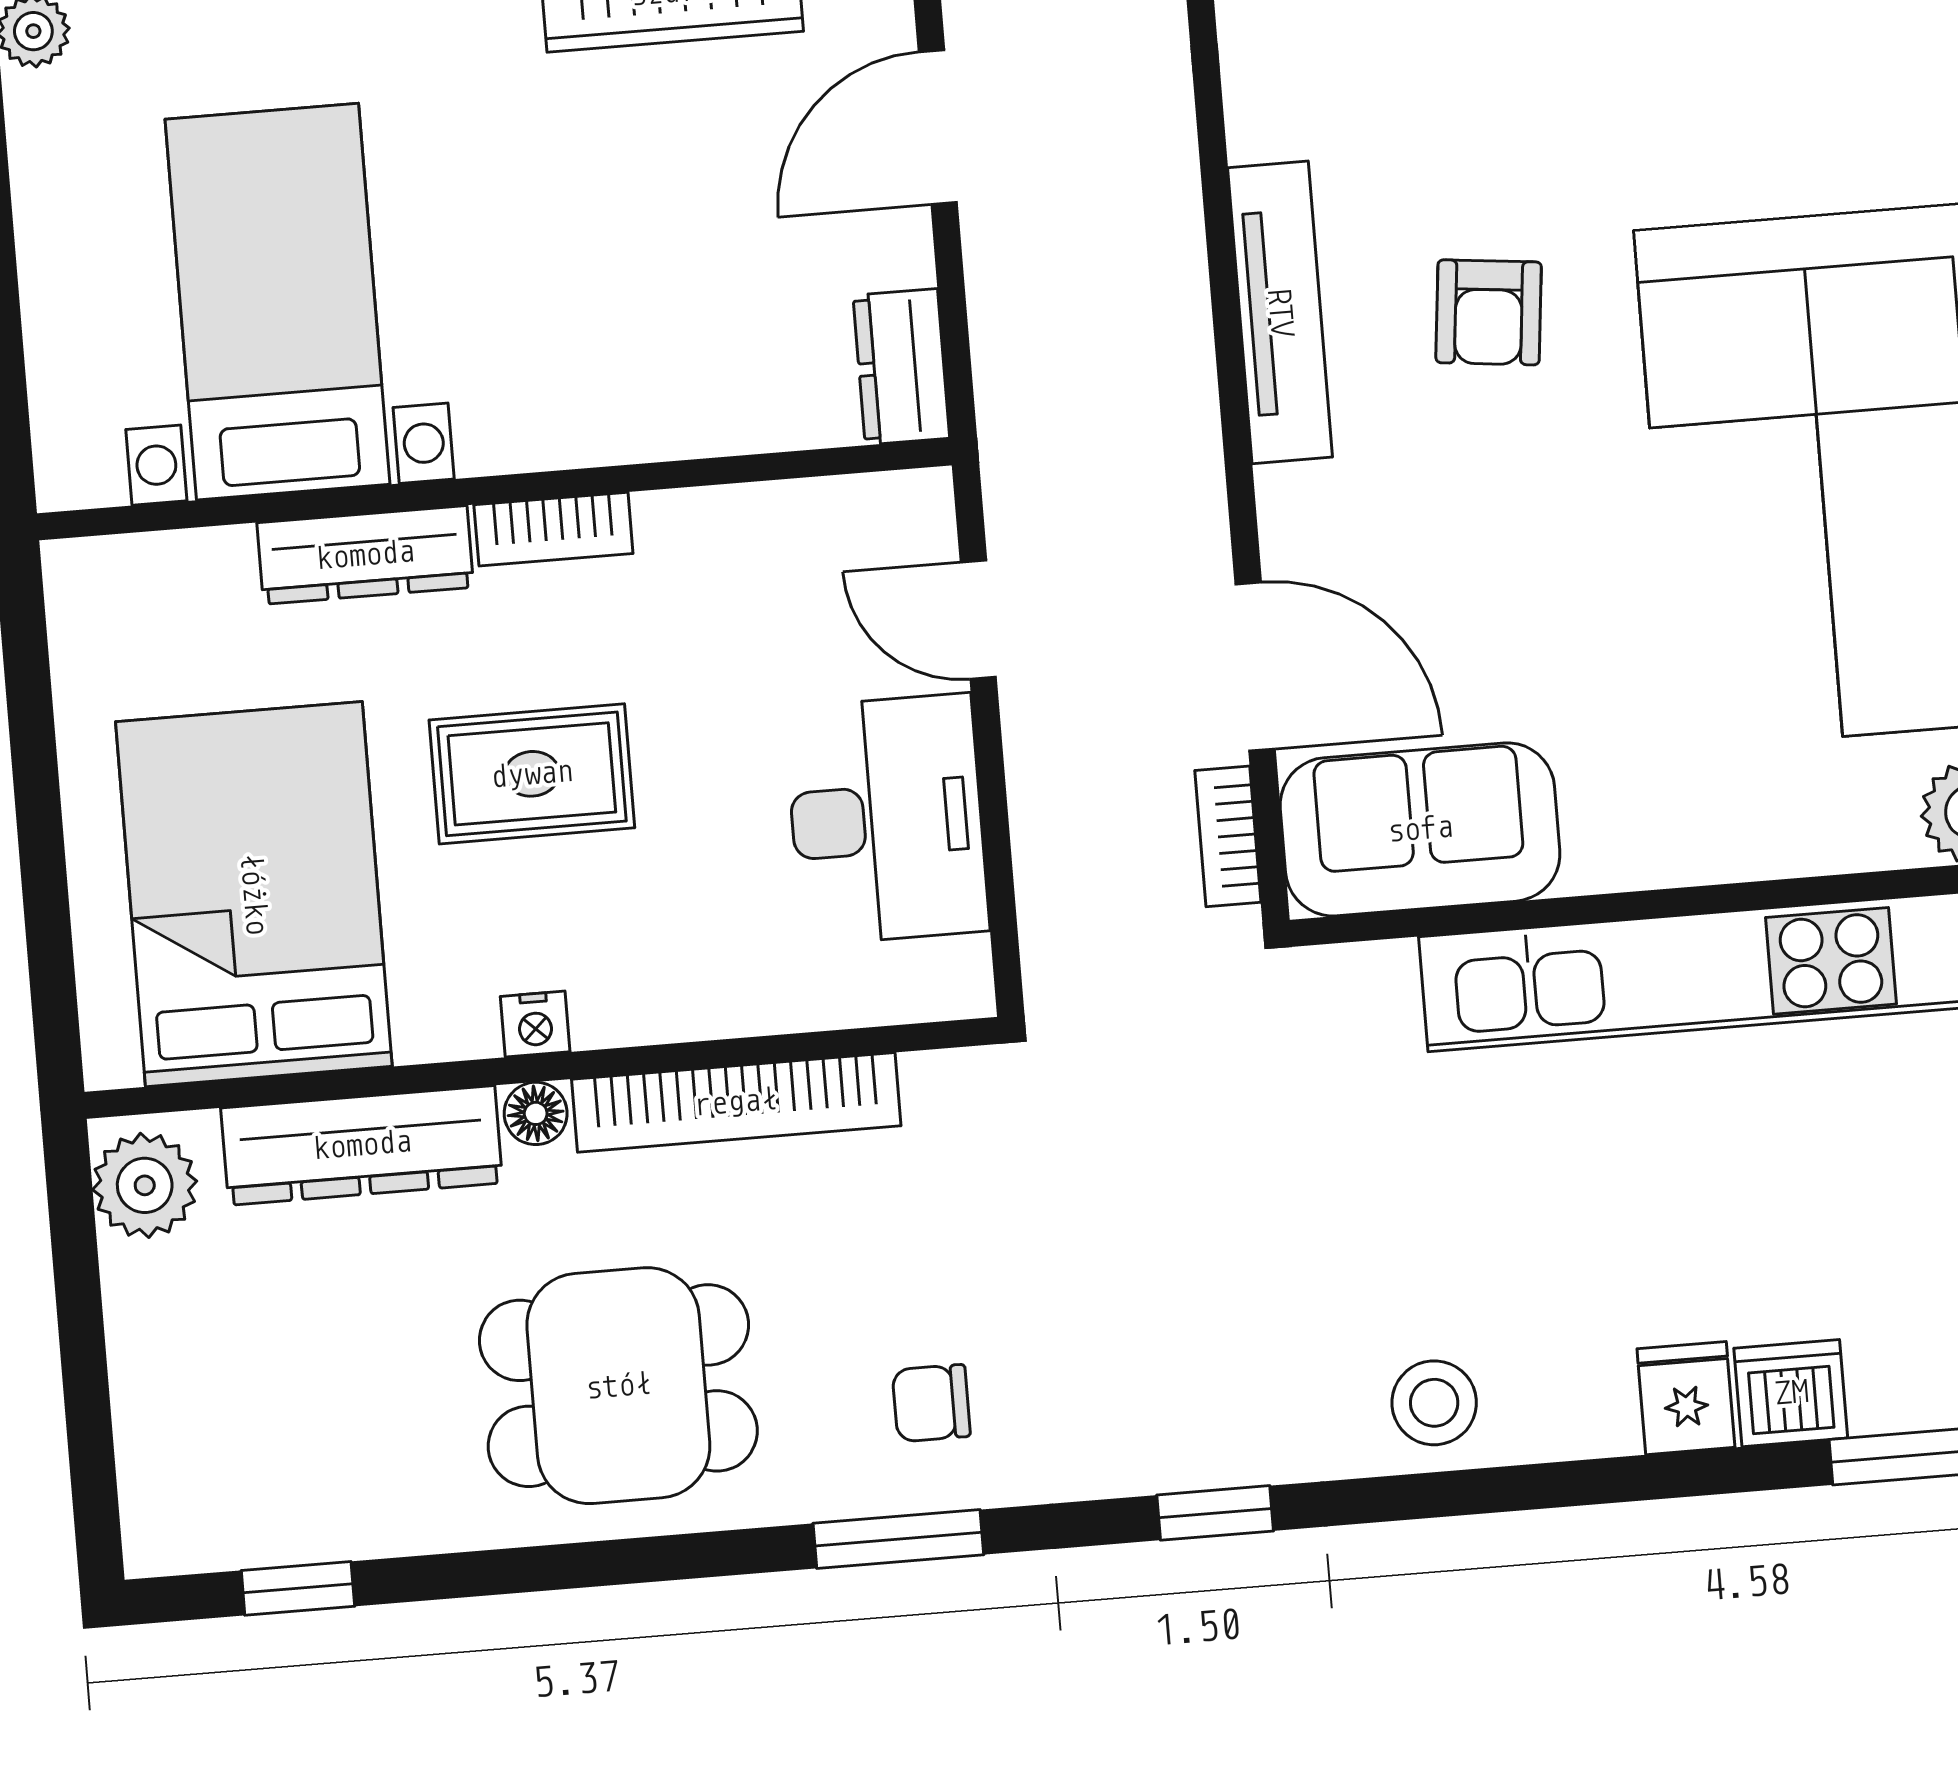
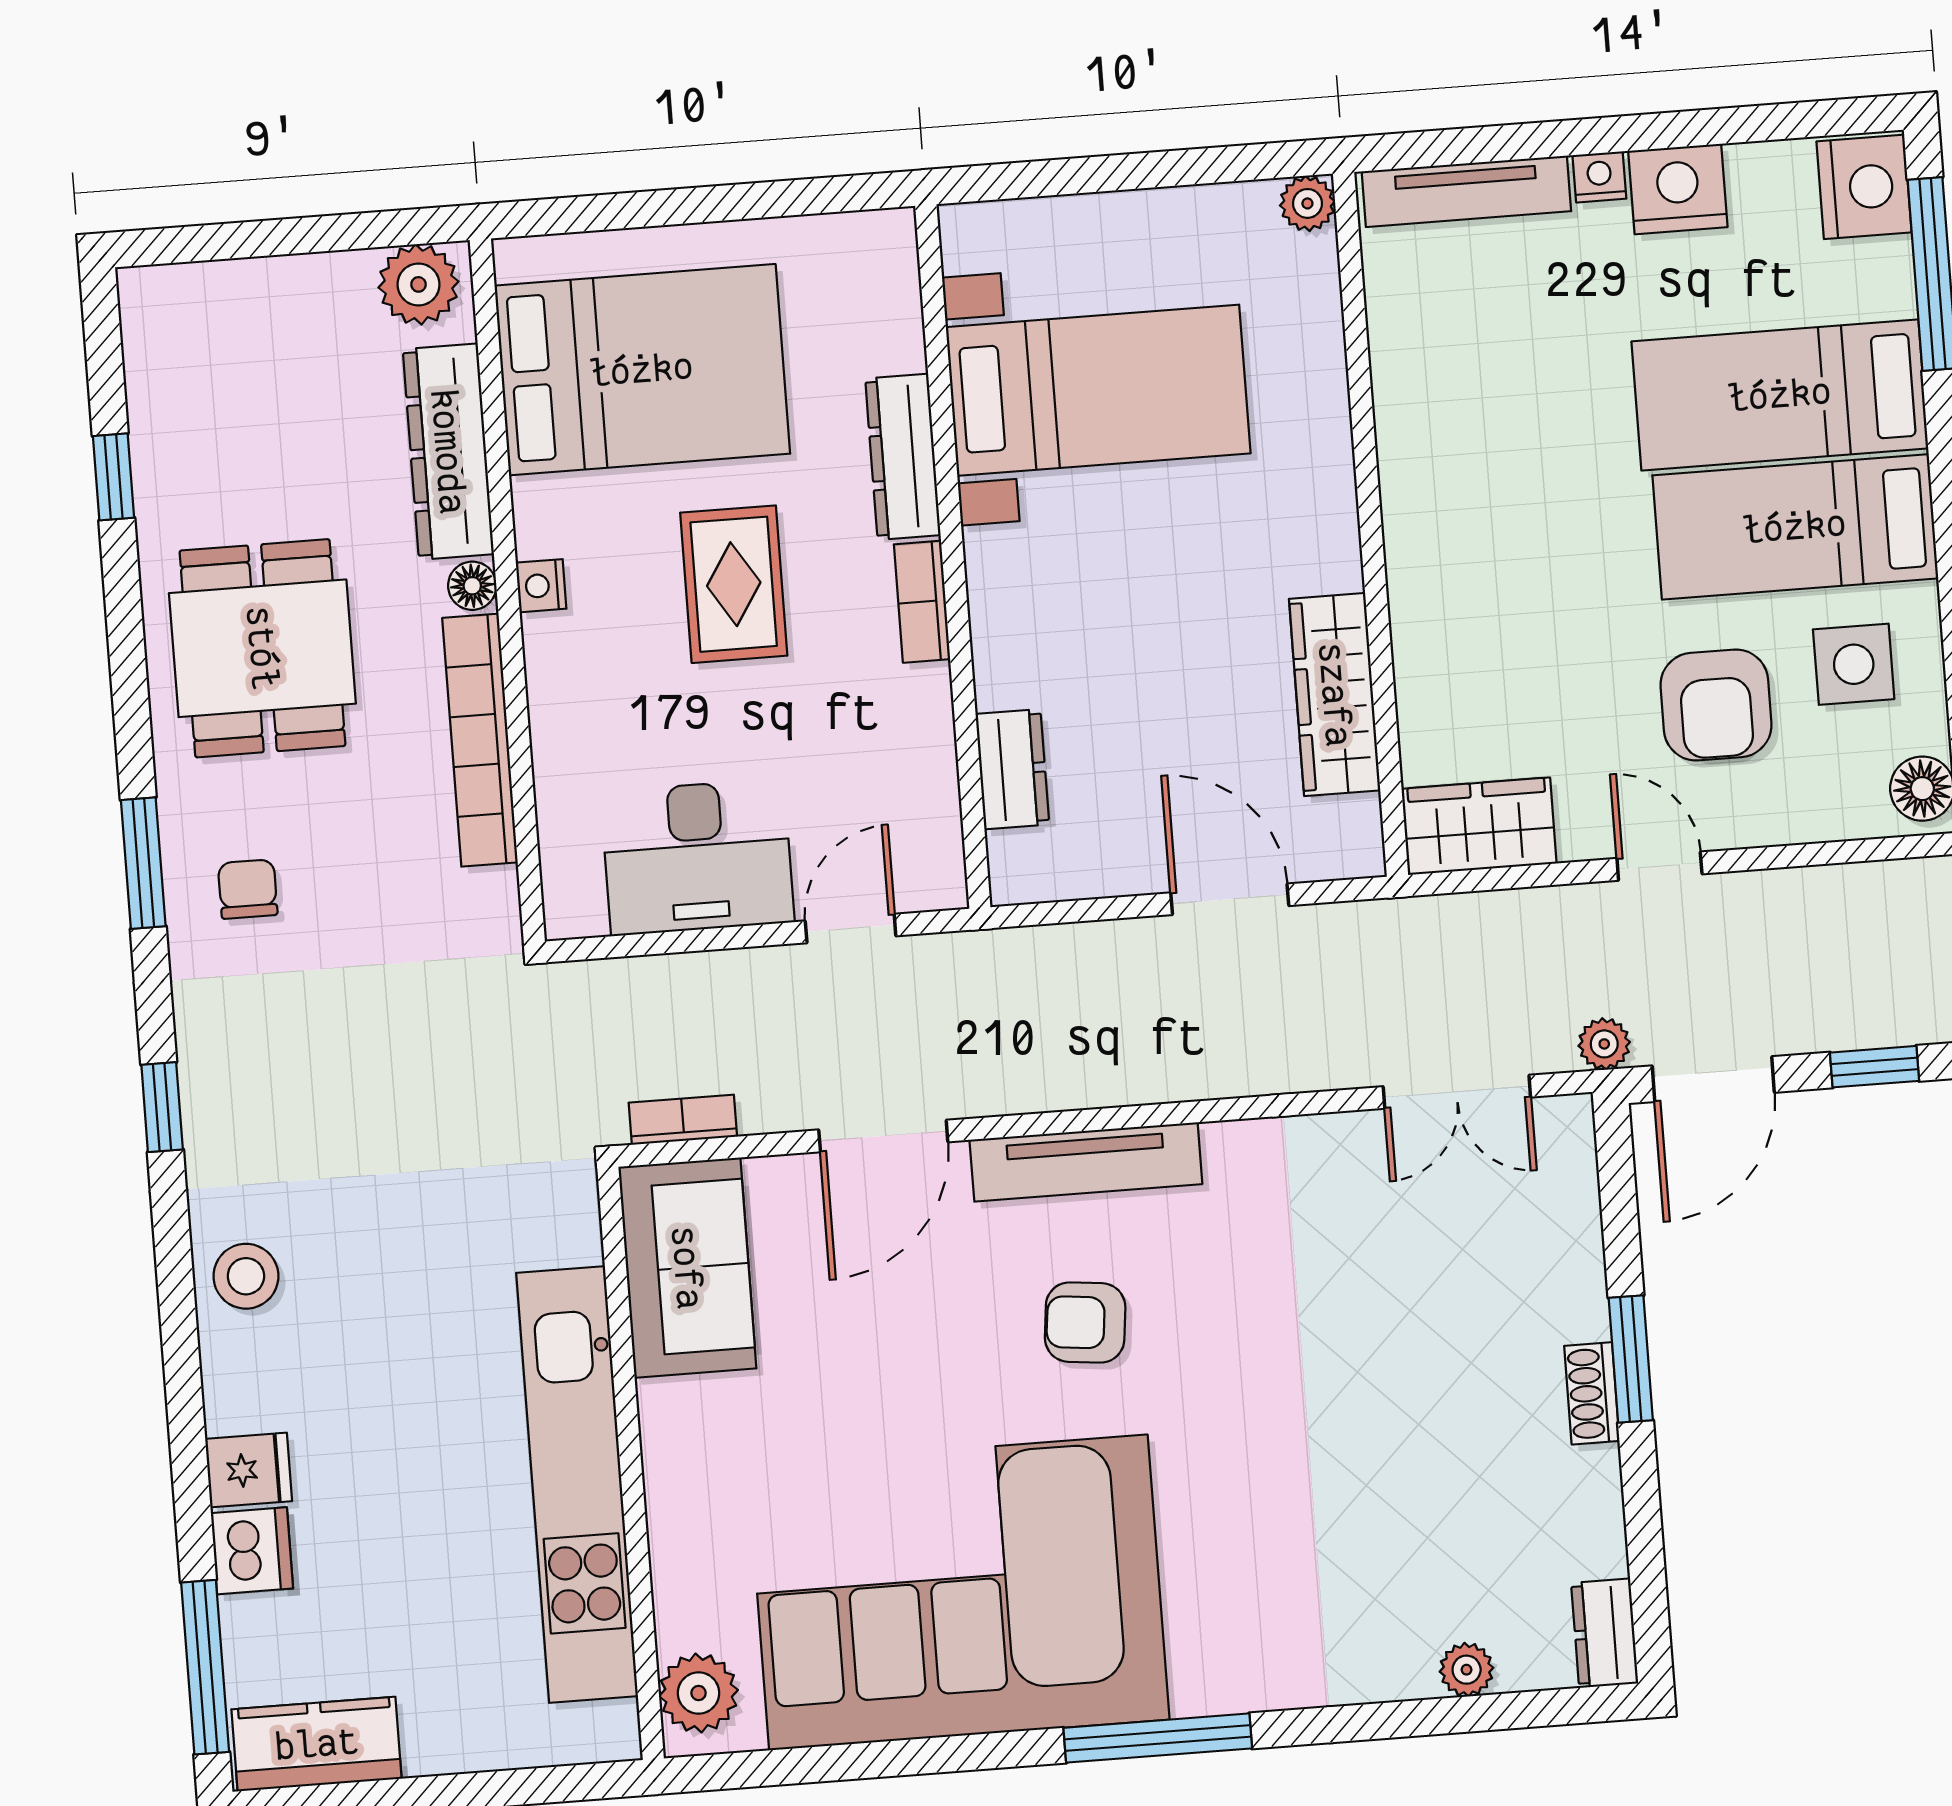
dresser: (901, 367) -> (1012, 769), moved, turned 90
door: (1255, 666) -> (883, 1136), moved
window: (298, 1588) -> (114, 477), moved

